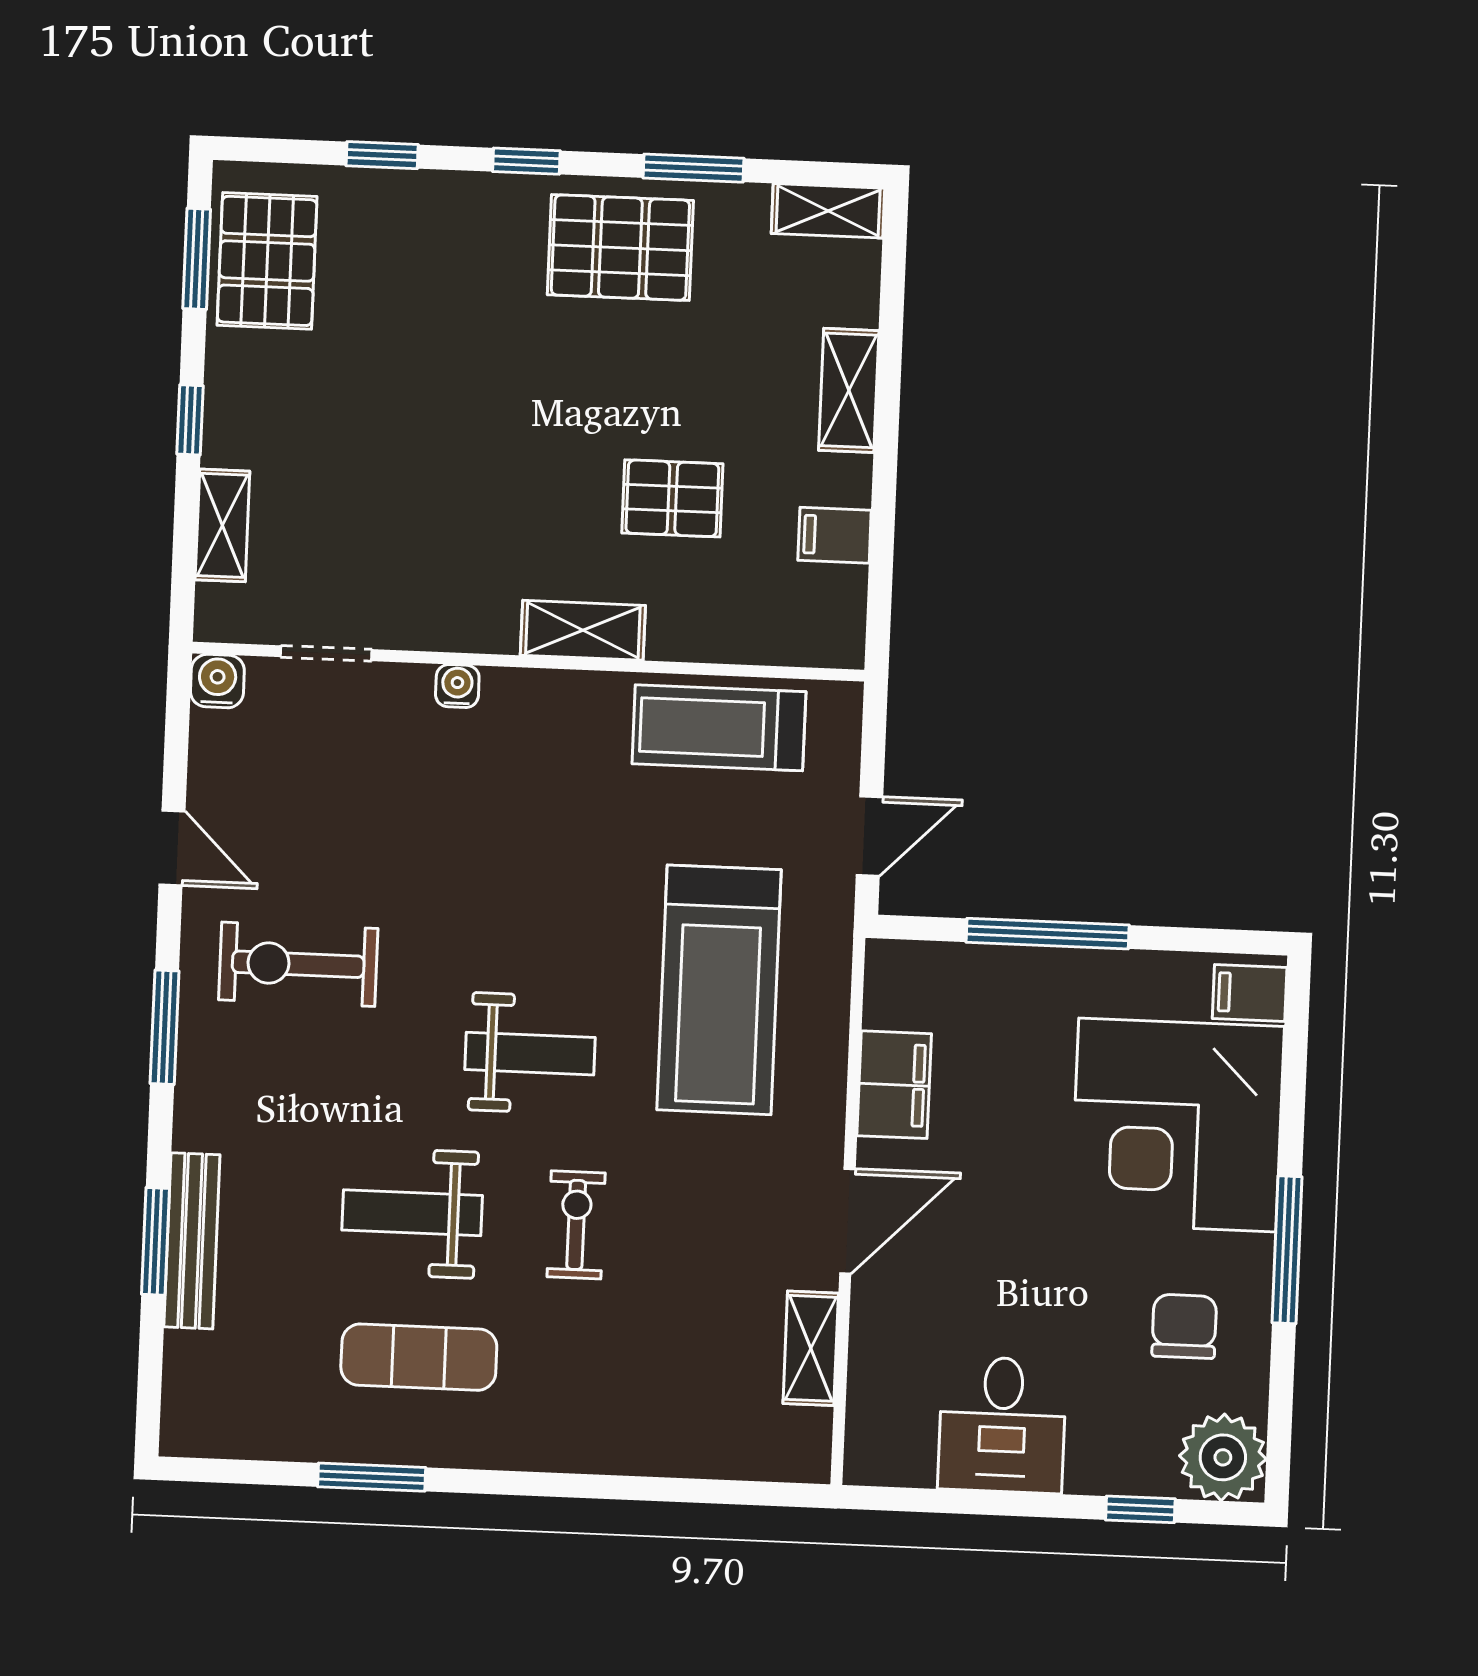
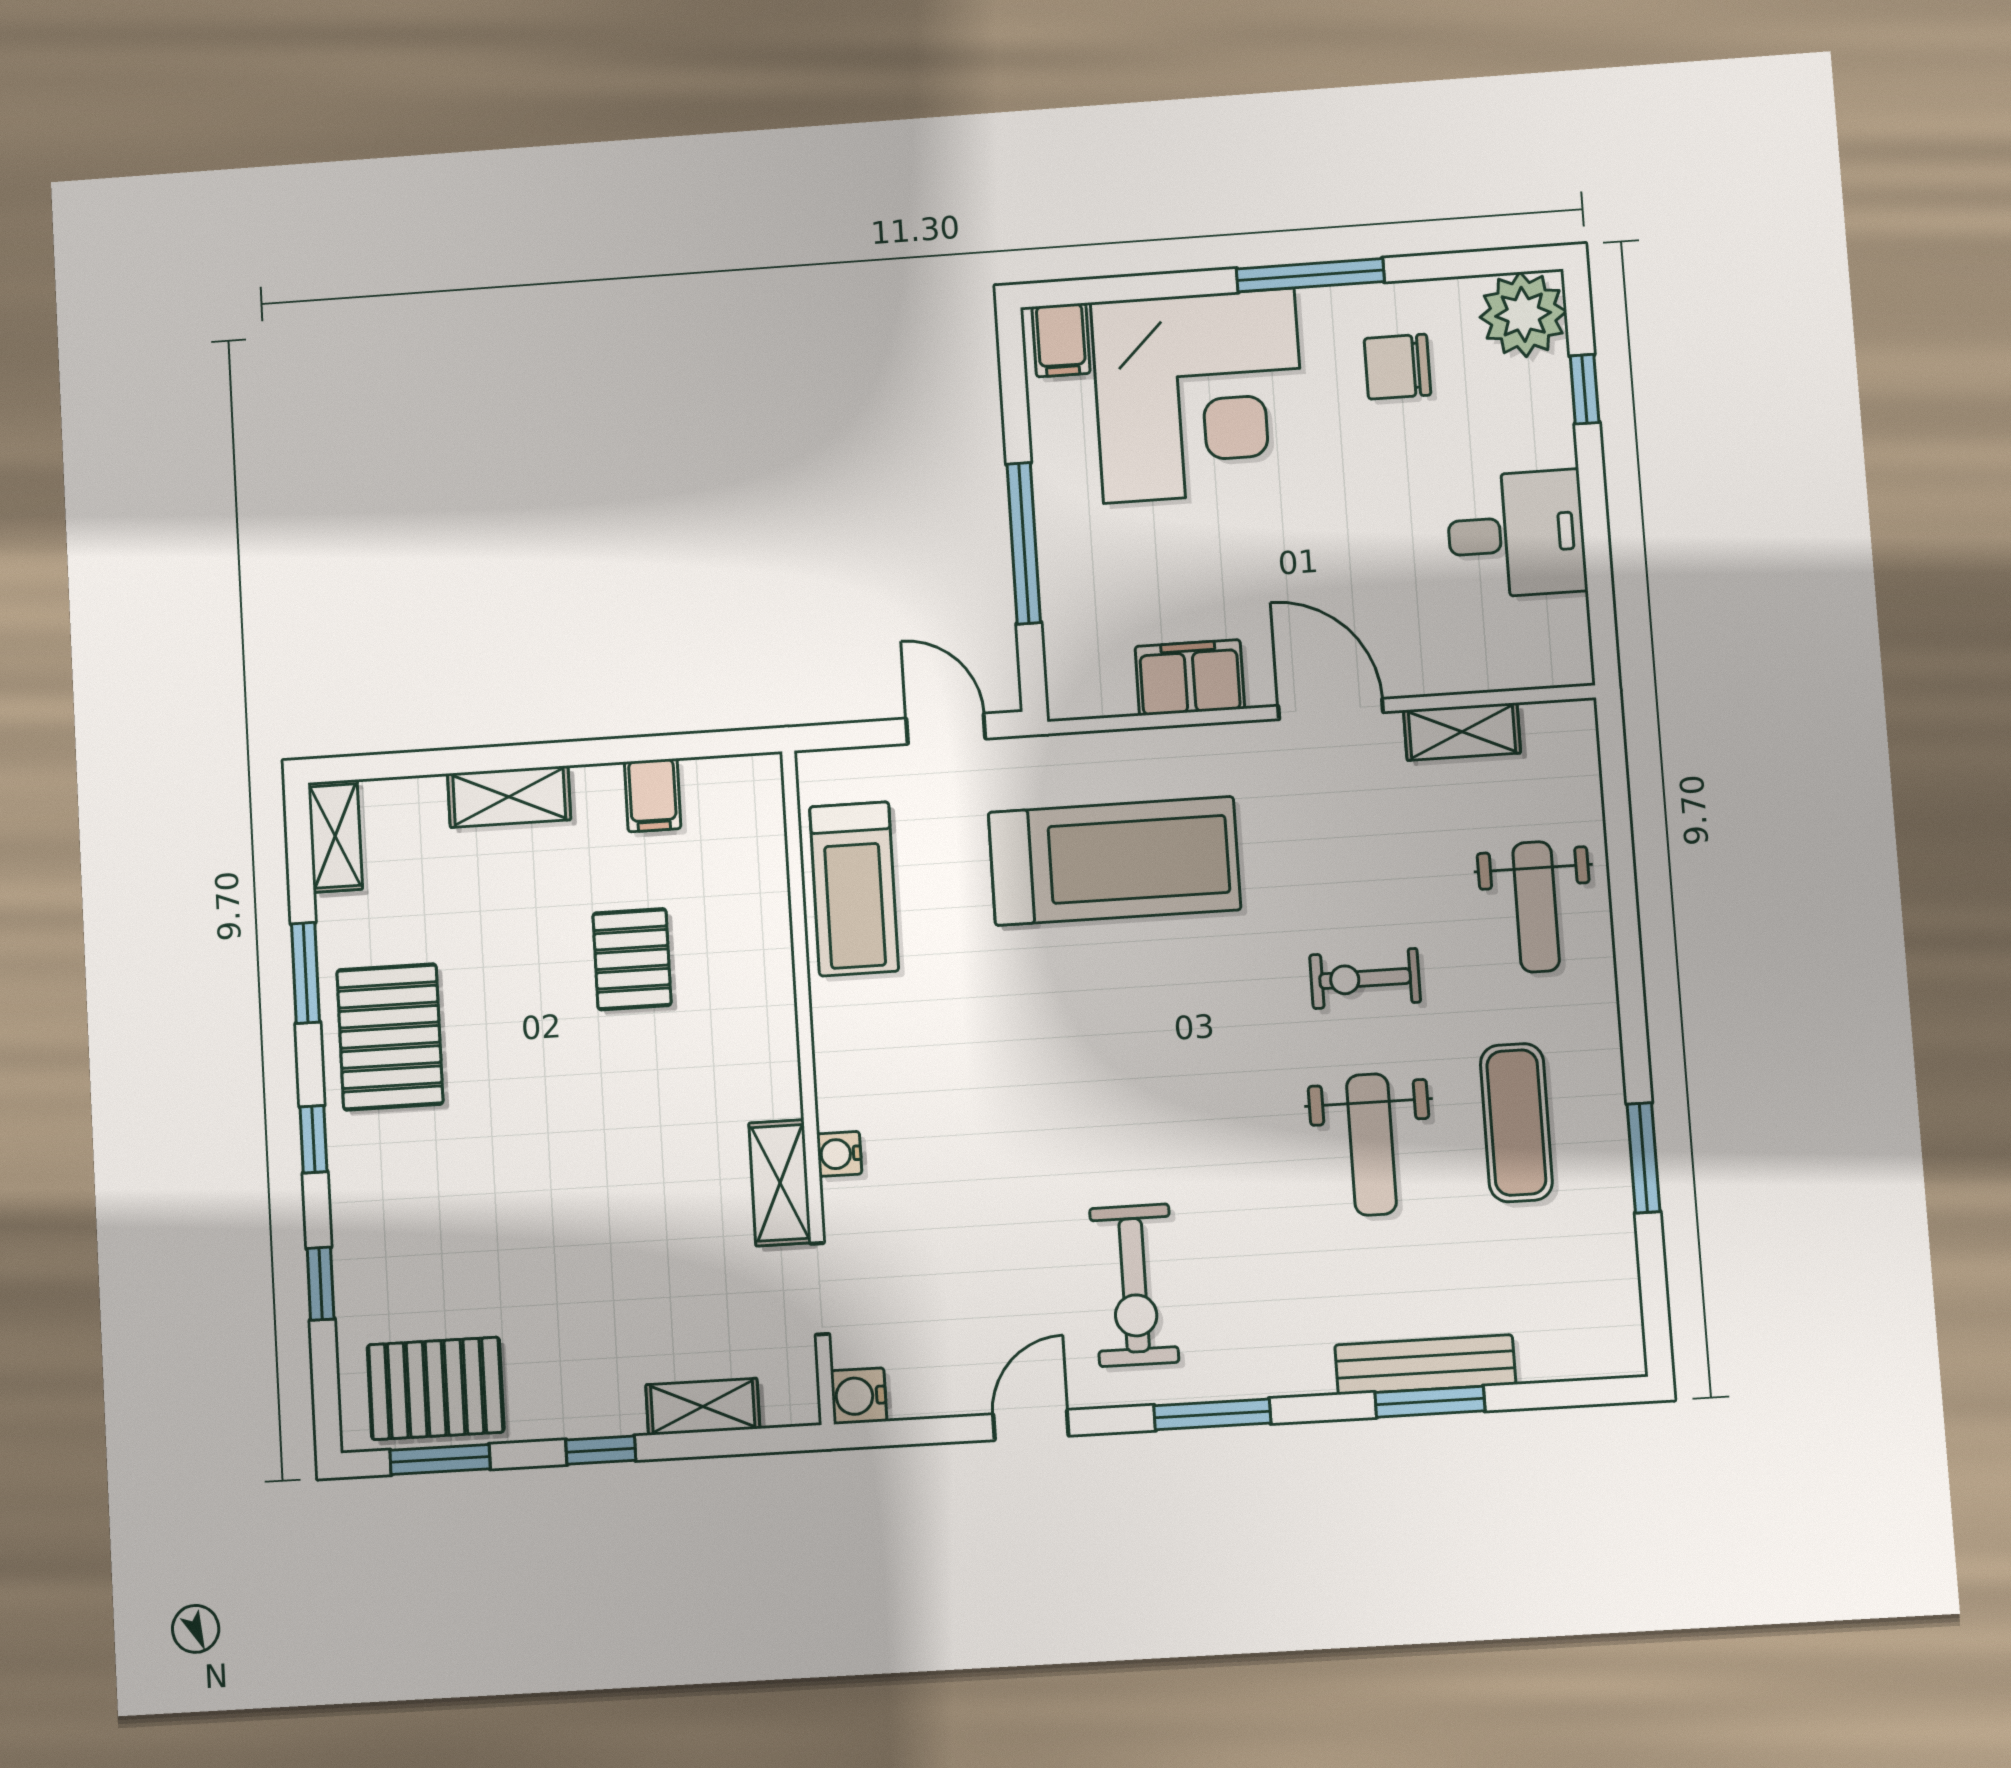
shelving: (583, 630) -> (780, 1183), moved
weight bench: (530, 1054) -> (1536, 907), moved, turned 180

